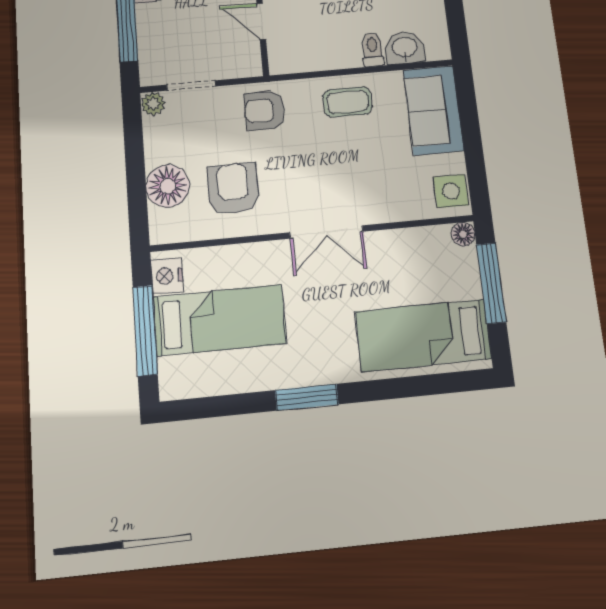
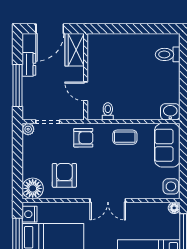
washbasin: (405, 48) -> (170, 112), moved
toilet: (373, 50) -> (108, 111), moved
armchair: (265, 110) -> (83, 138), turned 180
floor lamp: (168, 186) -> (33, 188), moved

